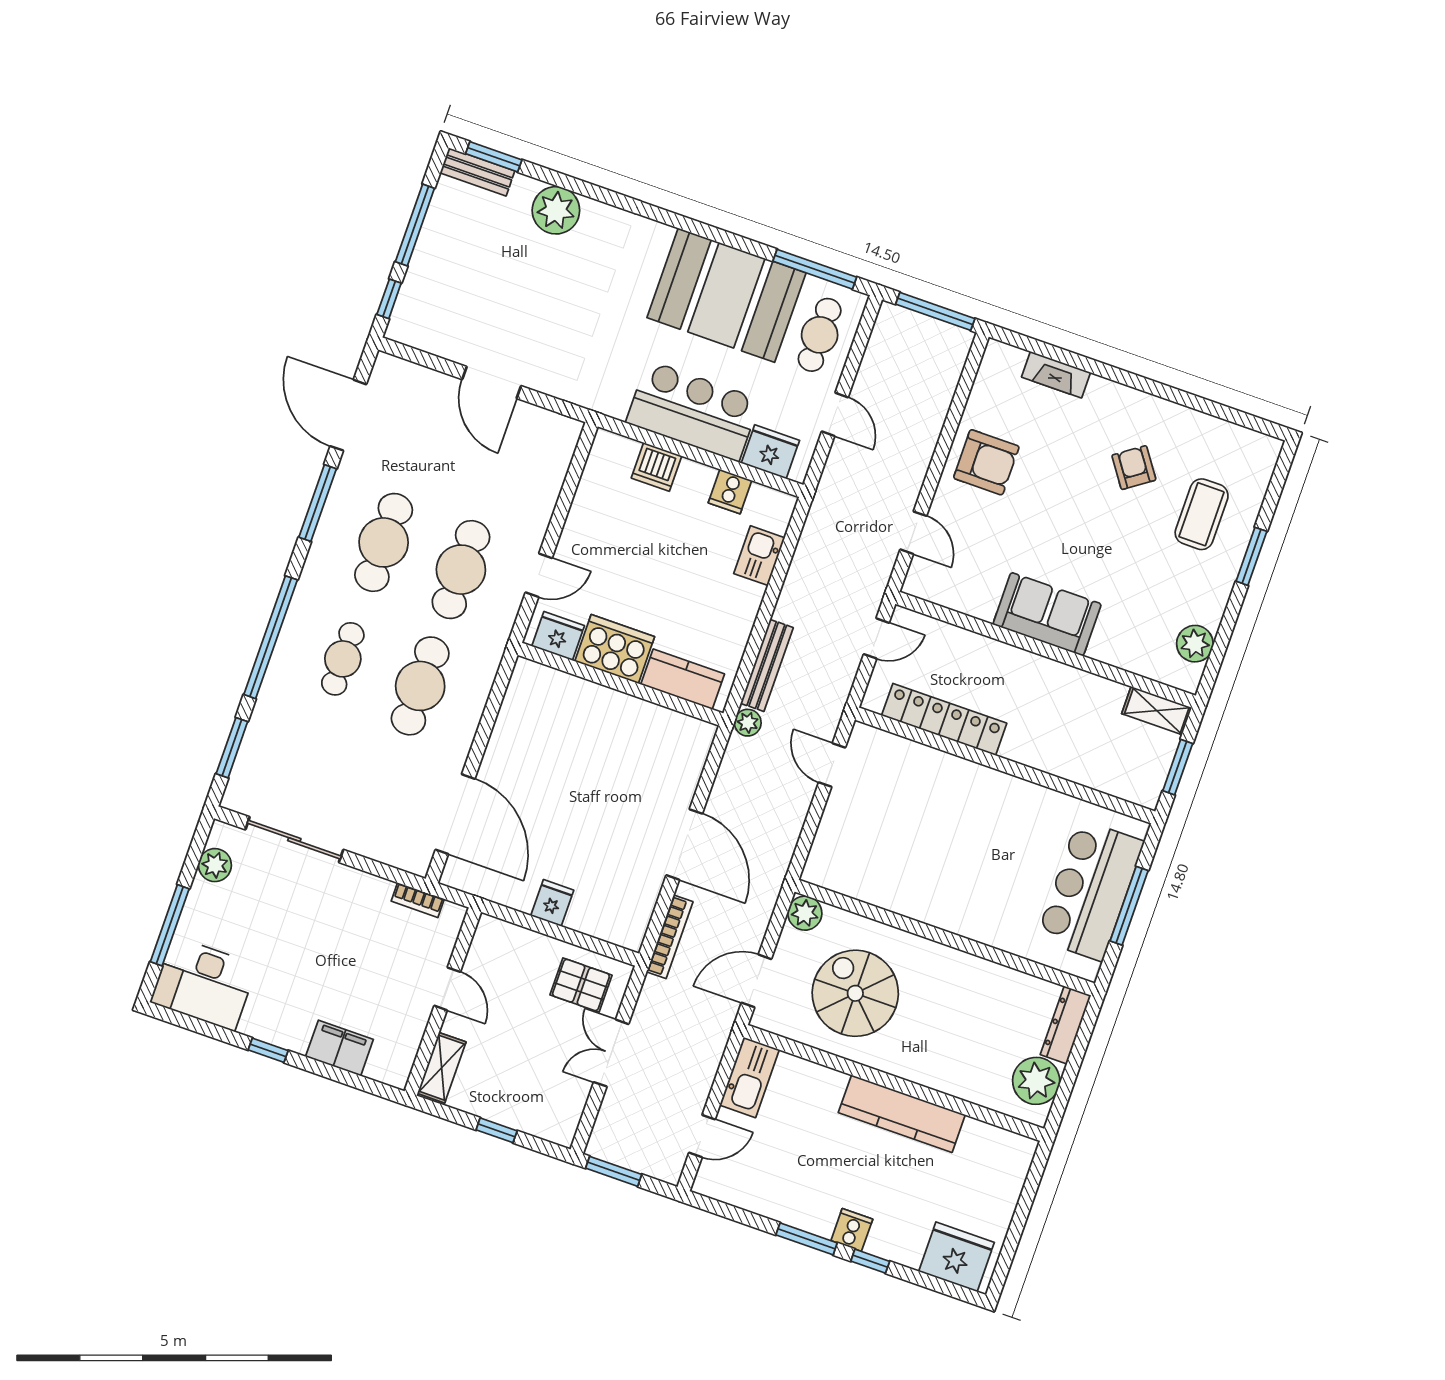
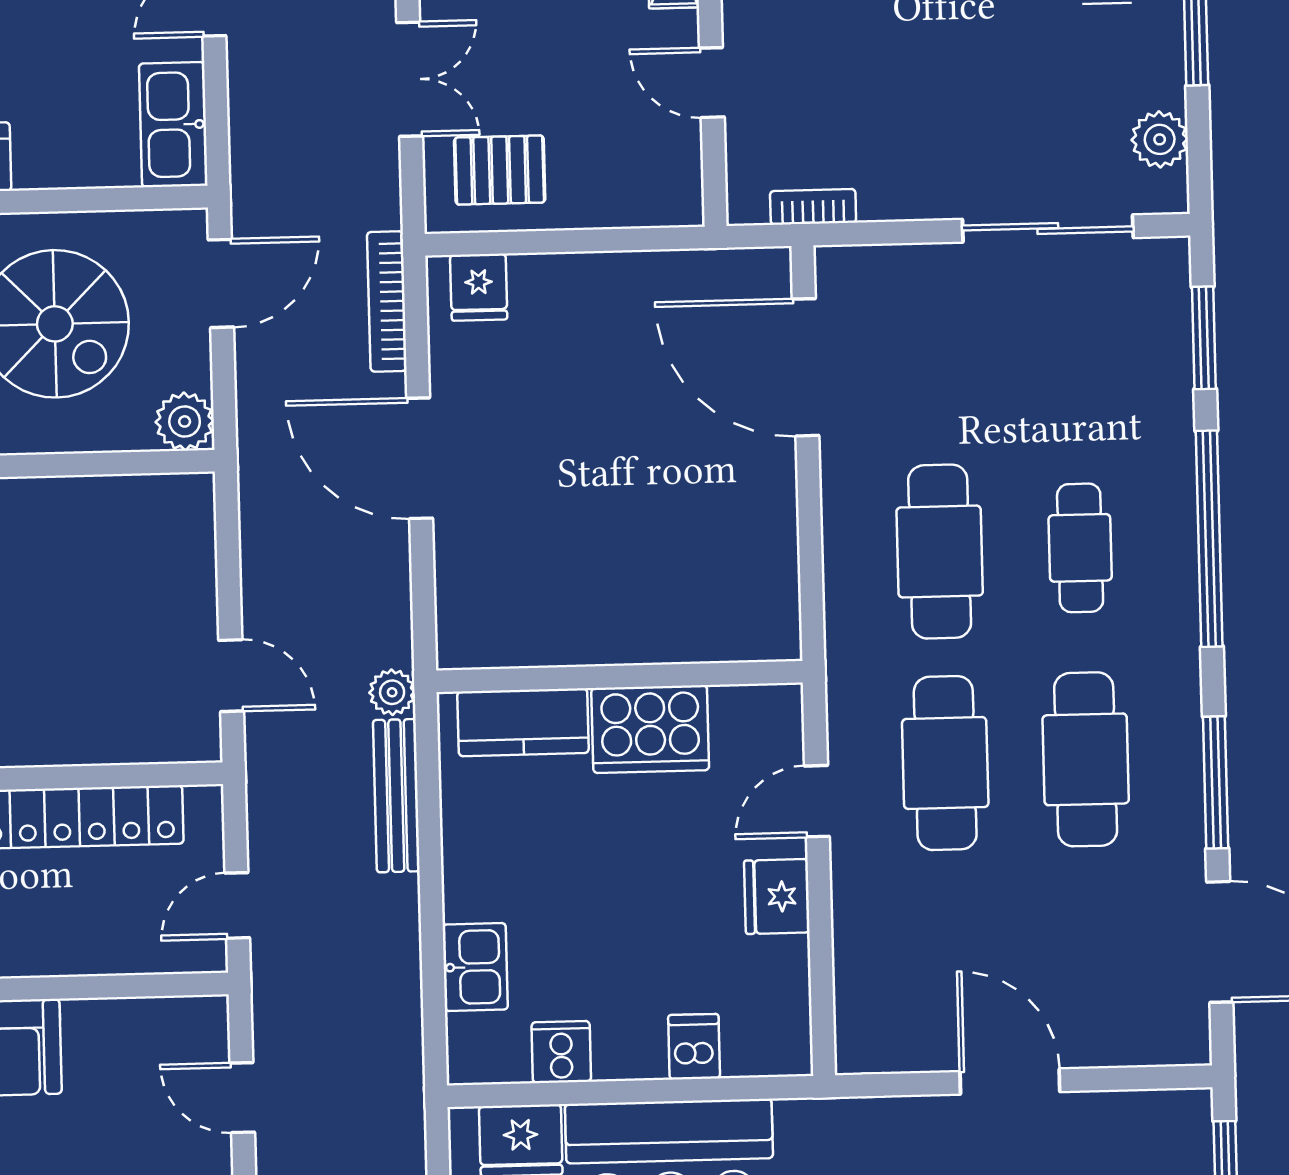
dishwasher: (657, 467) -> (694, 1047), width x0.73
fridge: (558, 636) -> (777, 896), moved, turned 90
fridge: (552, 903) -> (479, 287), moved

